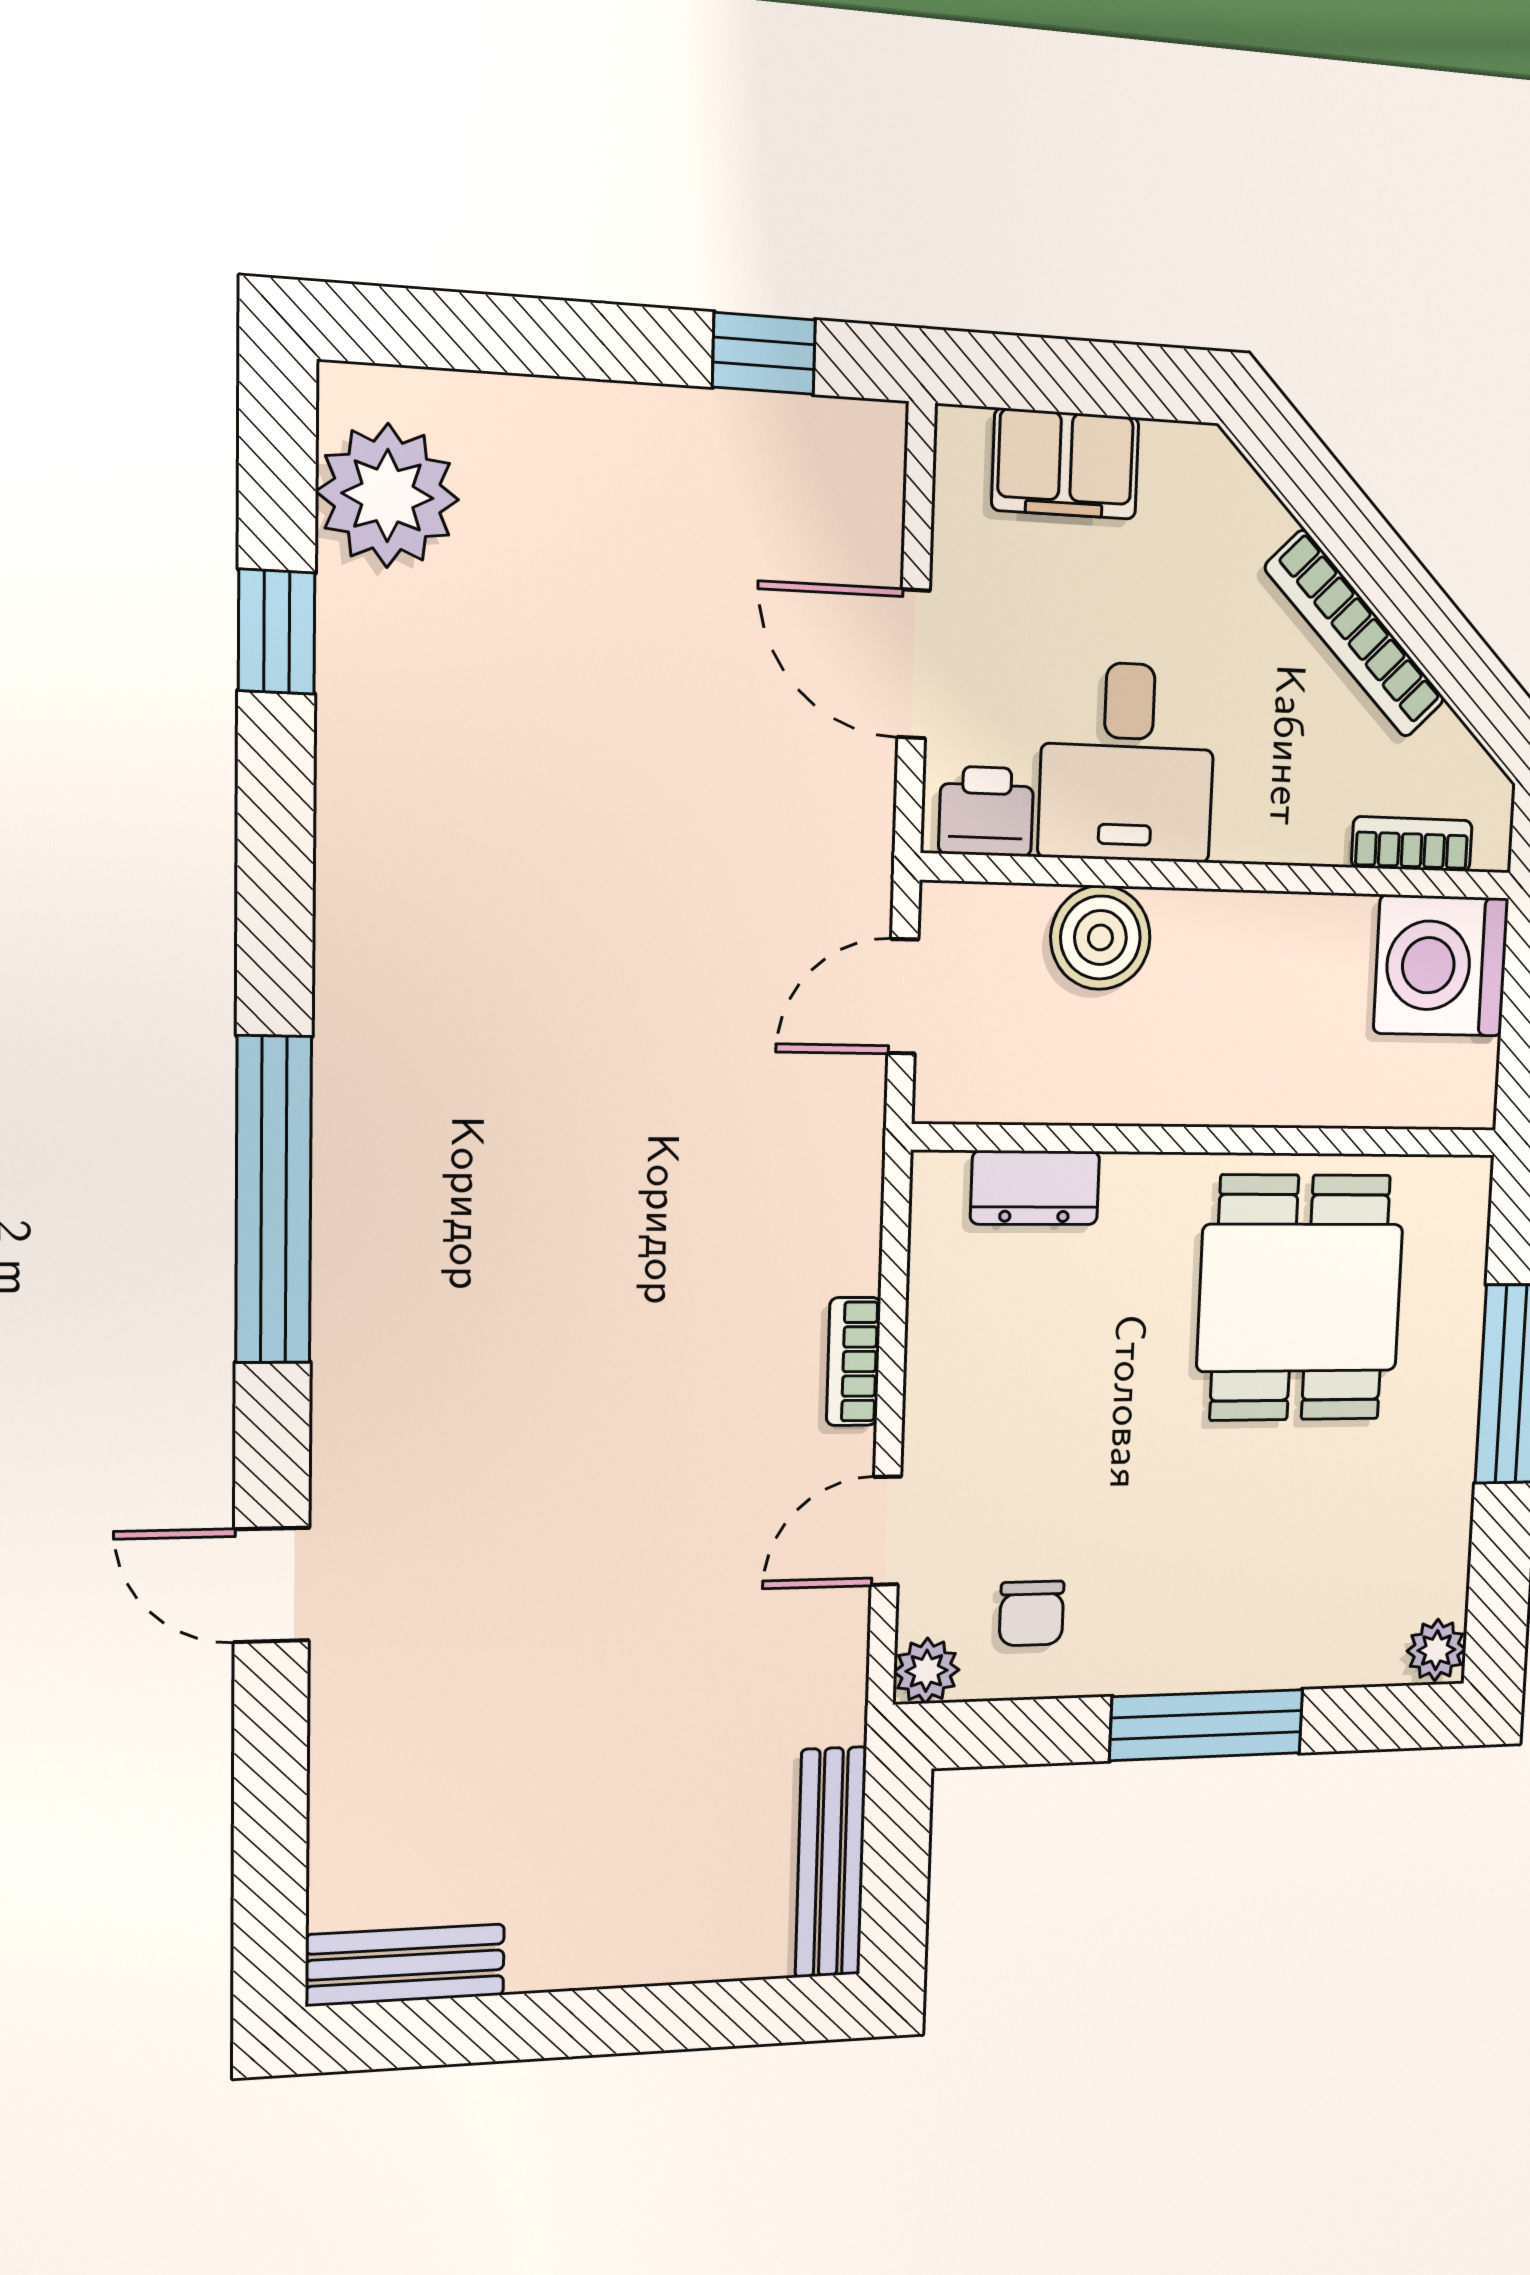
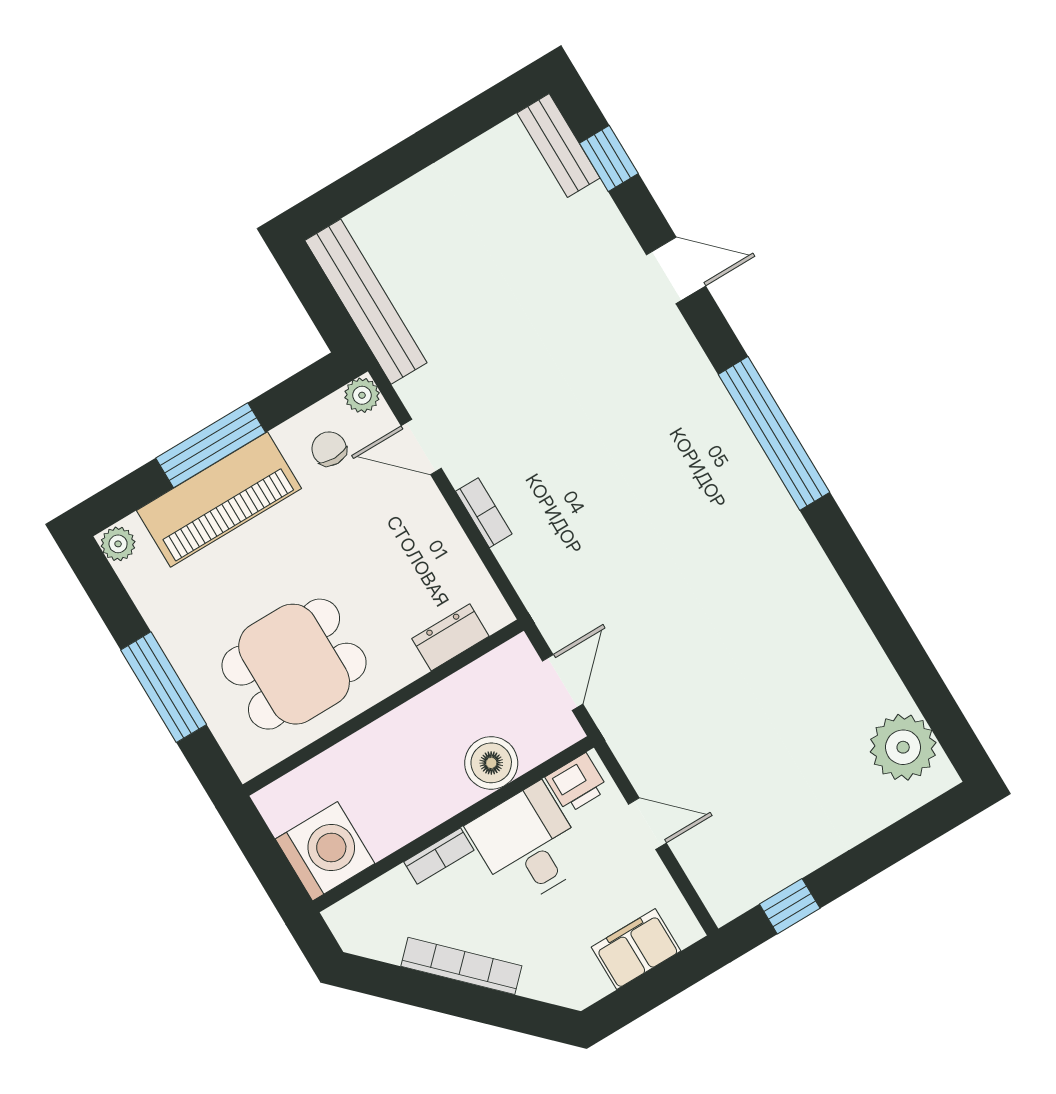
window: (277, 632) -> (609, 158), moved
door: (914, 664) -> (647, 824), width x0.73
bookcase: (1412, 844) -> (439, 856), moved
dining table: (1300, 1298) -> (294, 664), turned 90
door: (886, 1531) -> (421, 447), swing flipped
piano: (1248, 1631) -> (219, 499), added
bench: (831, 1862) -> (366, 302), width x1.37, depth x1.21
bench: (405, 1965) -> (558, 145), moved, turned 90

